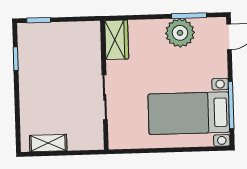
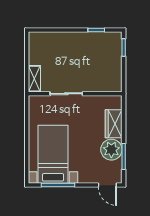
wardrobe: (117, 40) -> (114, 124), moved, turned 90
shelving: (48, 143) -> (34, 79), moved

